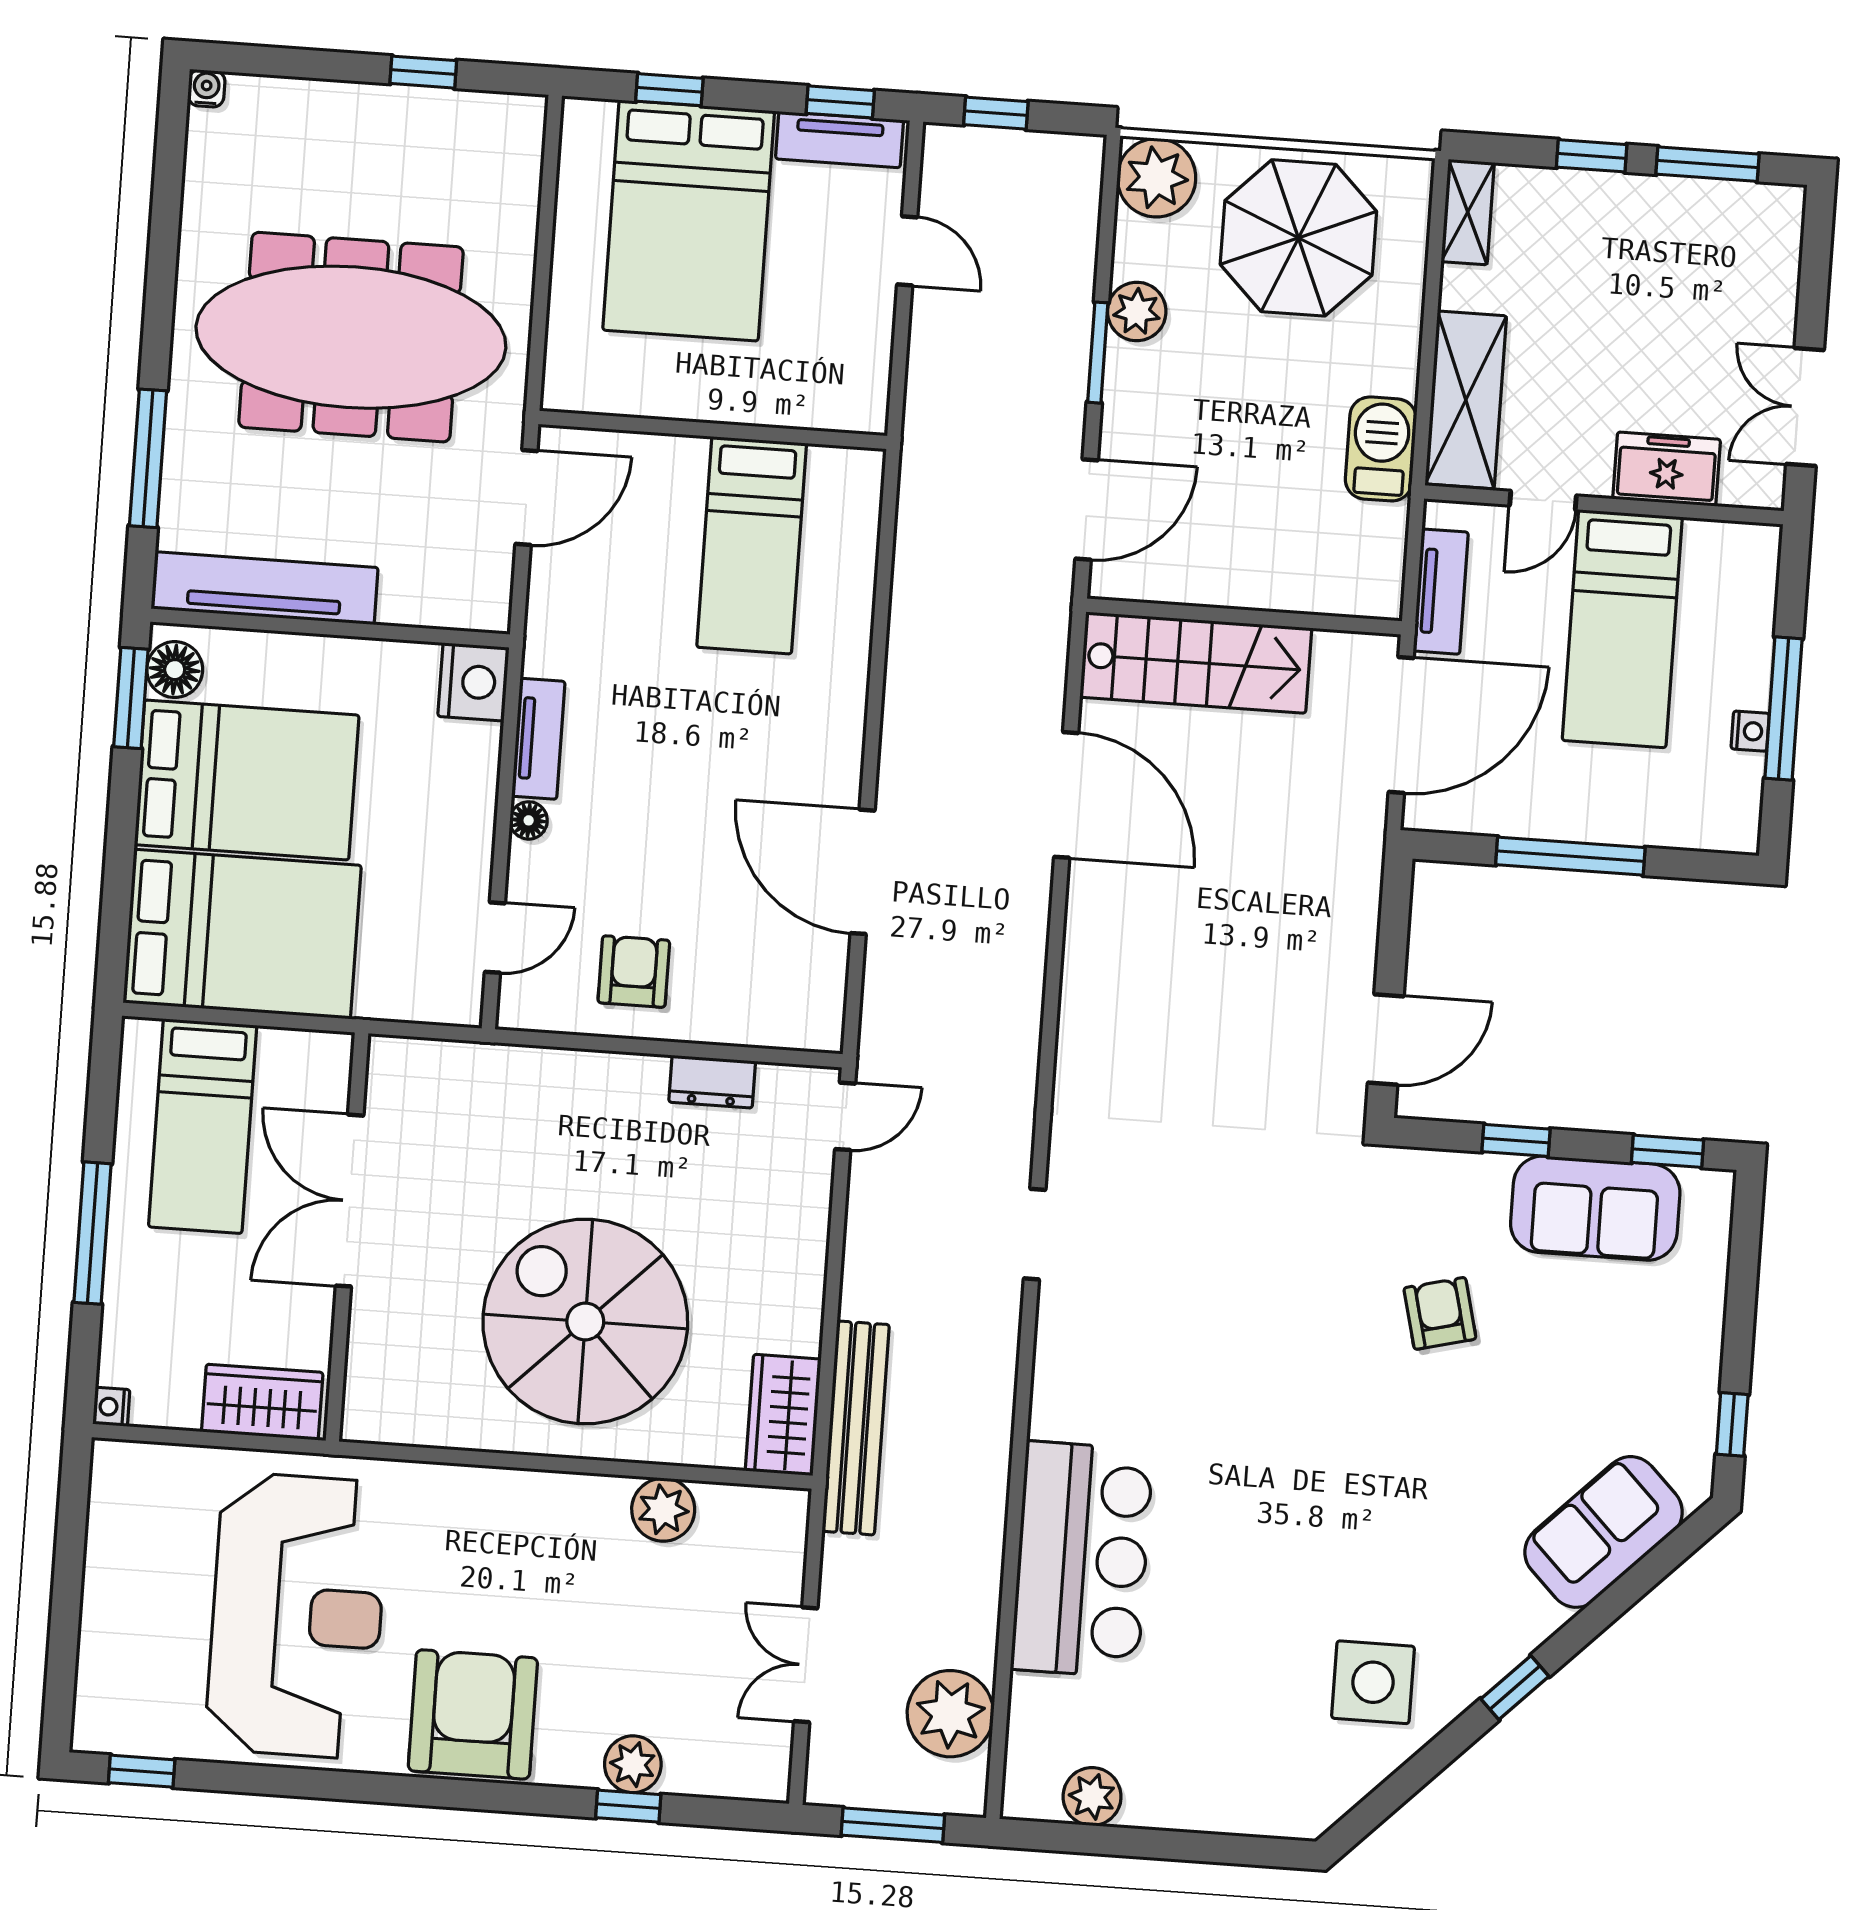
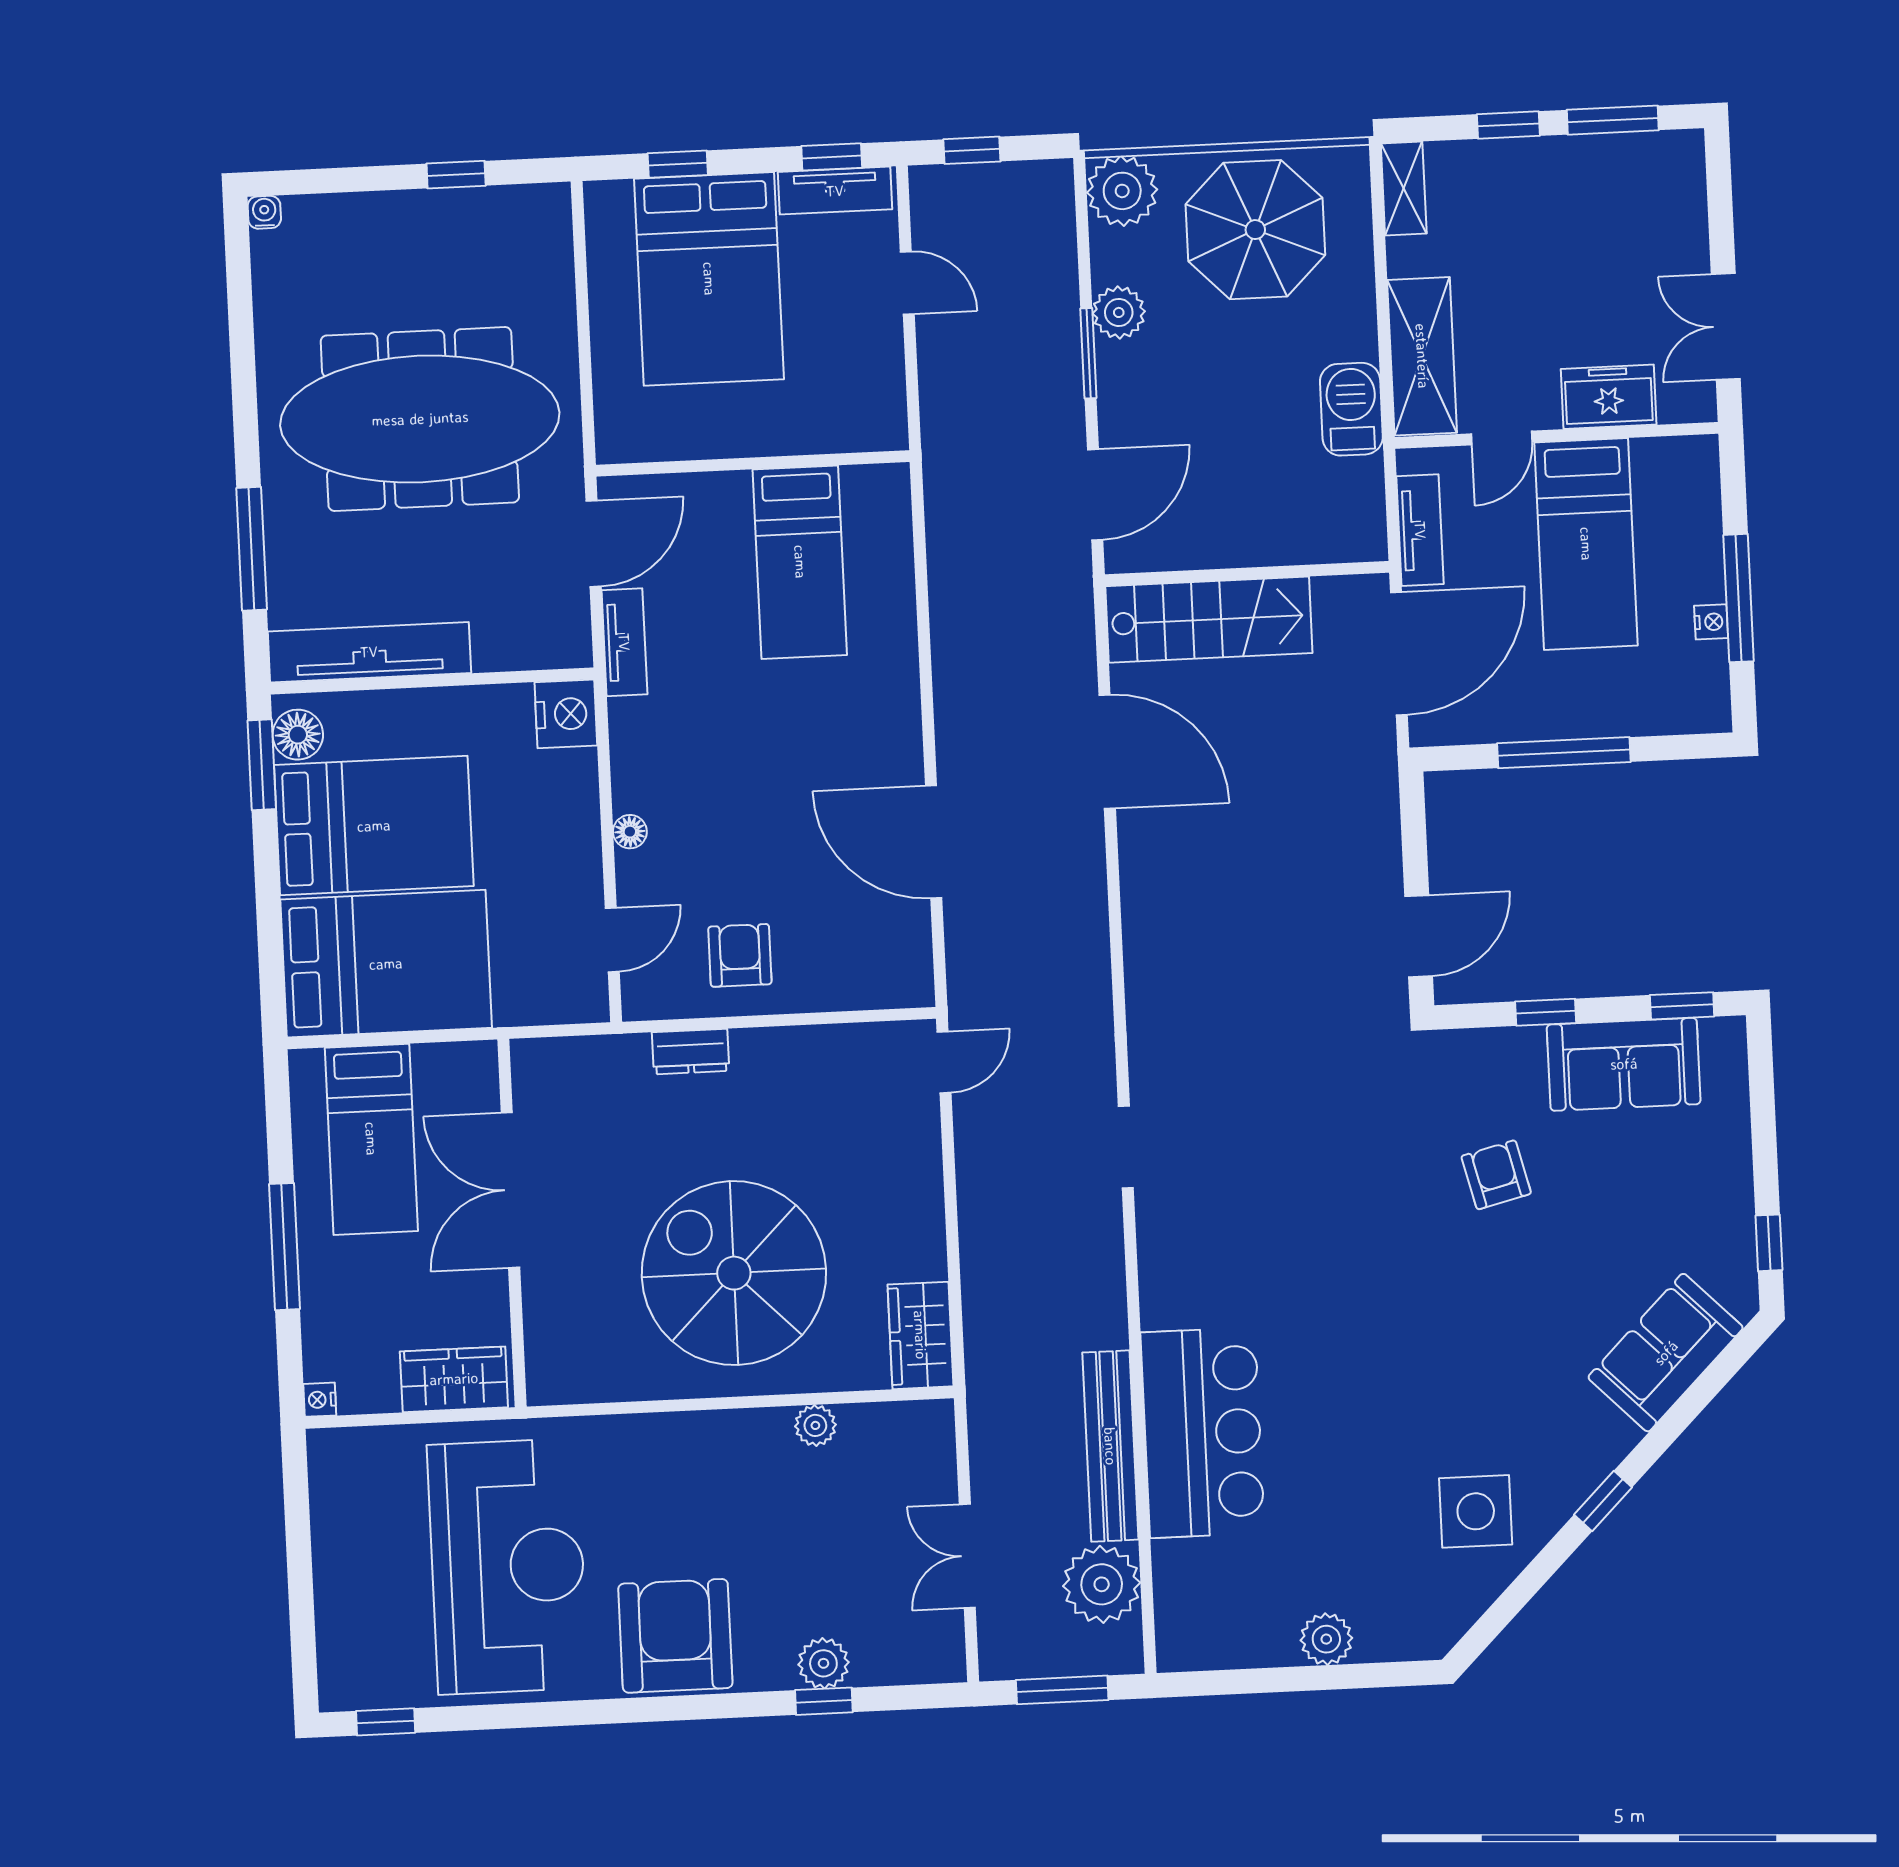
tv unit: (538, 739) -> (624, 642), moved
dresser: (712, 1082) -> (691, 1052), moved
bench: (856, 1428) -> (1110, 1446), moved
plant: (663, 1510) -> (815, 1425), width x0.73, depth x0.73
plant: (1092, 1797) -> (1326, 1639), moved

